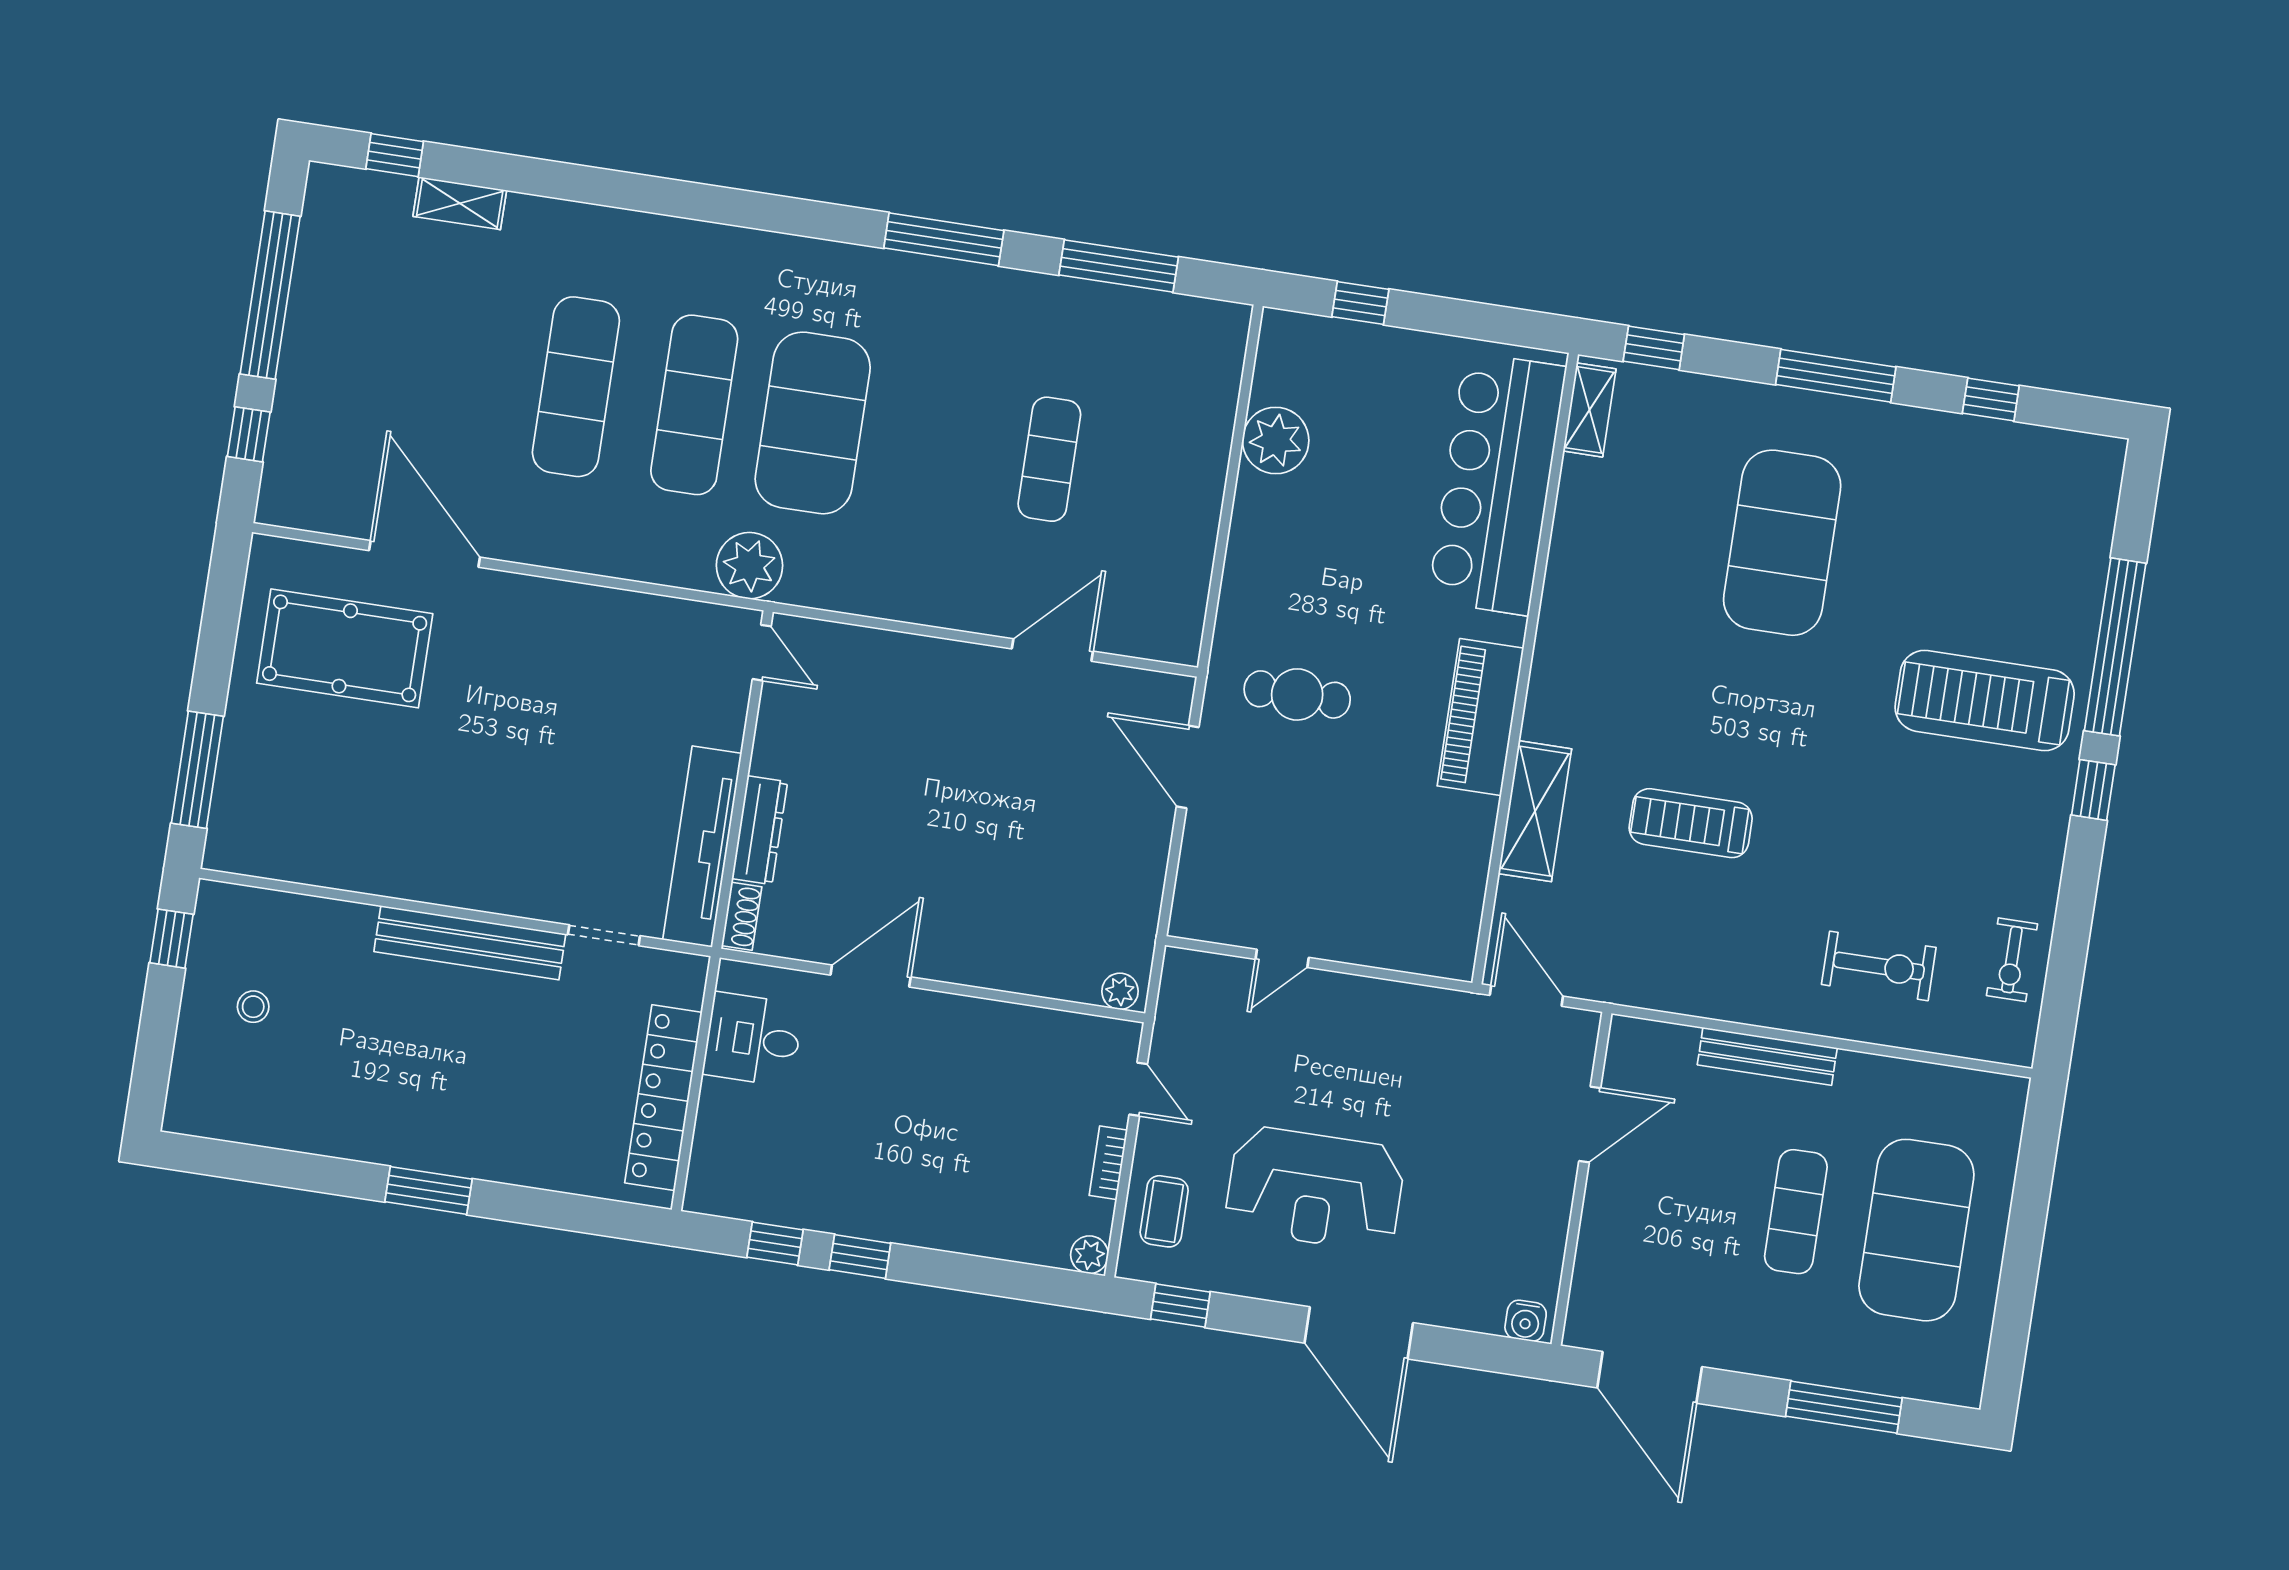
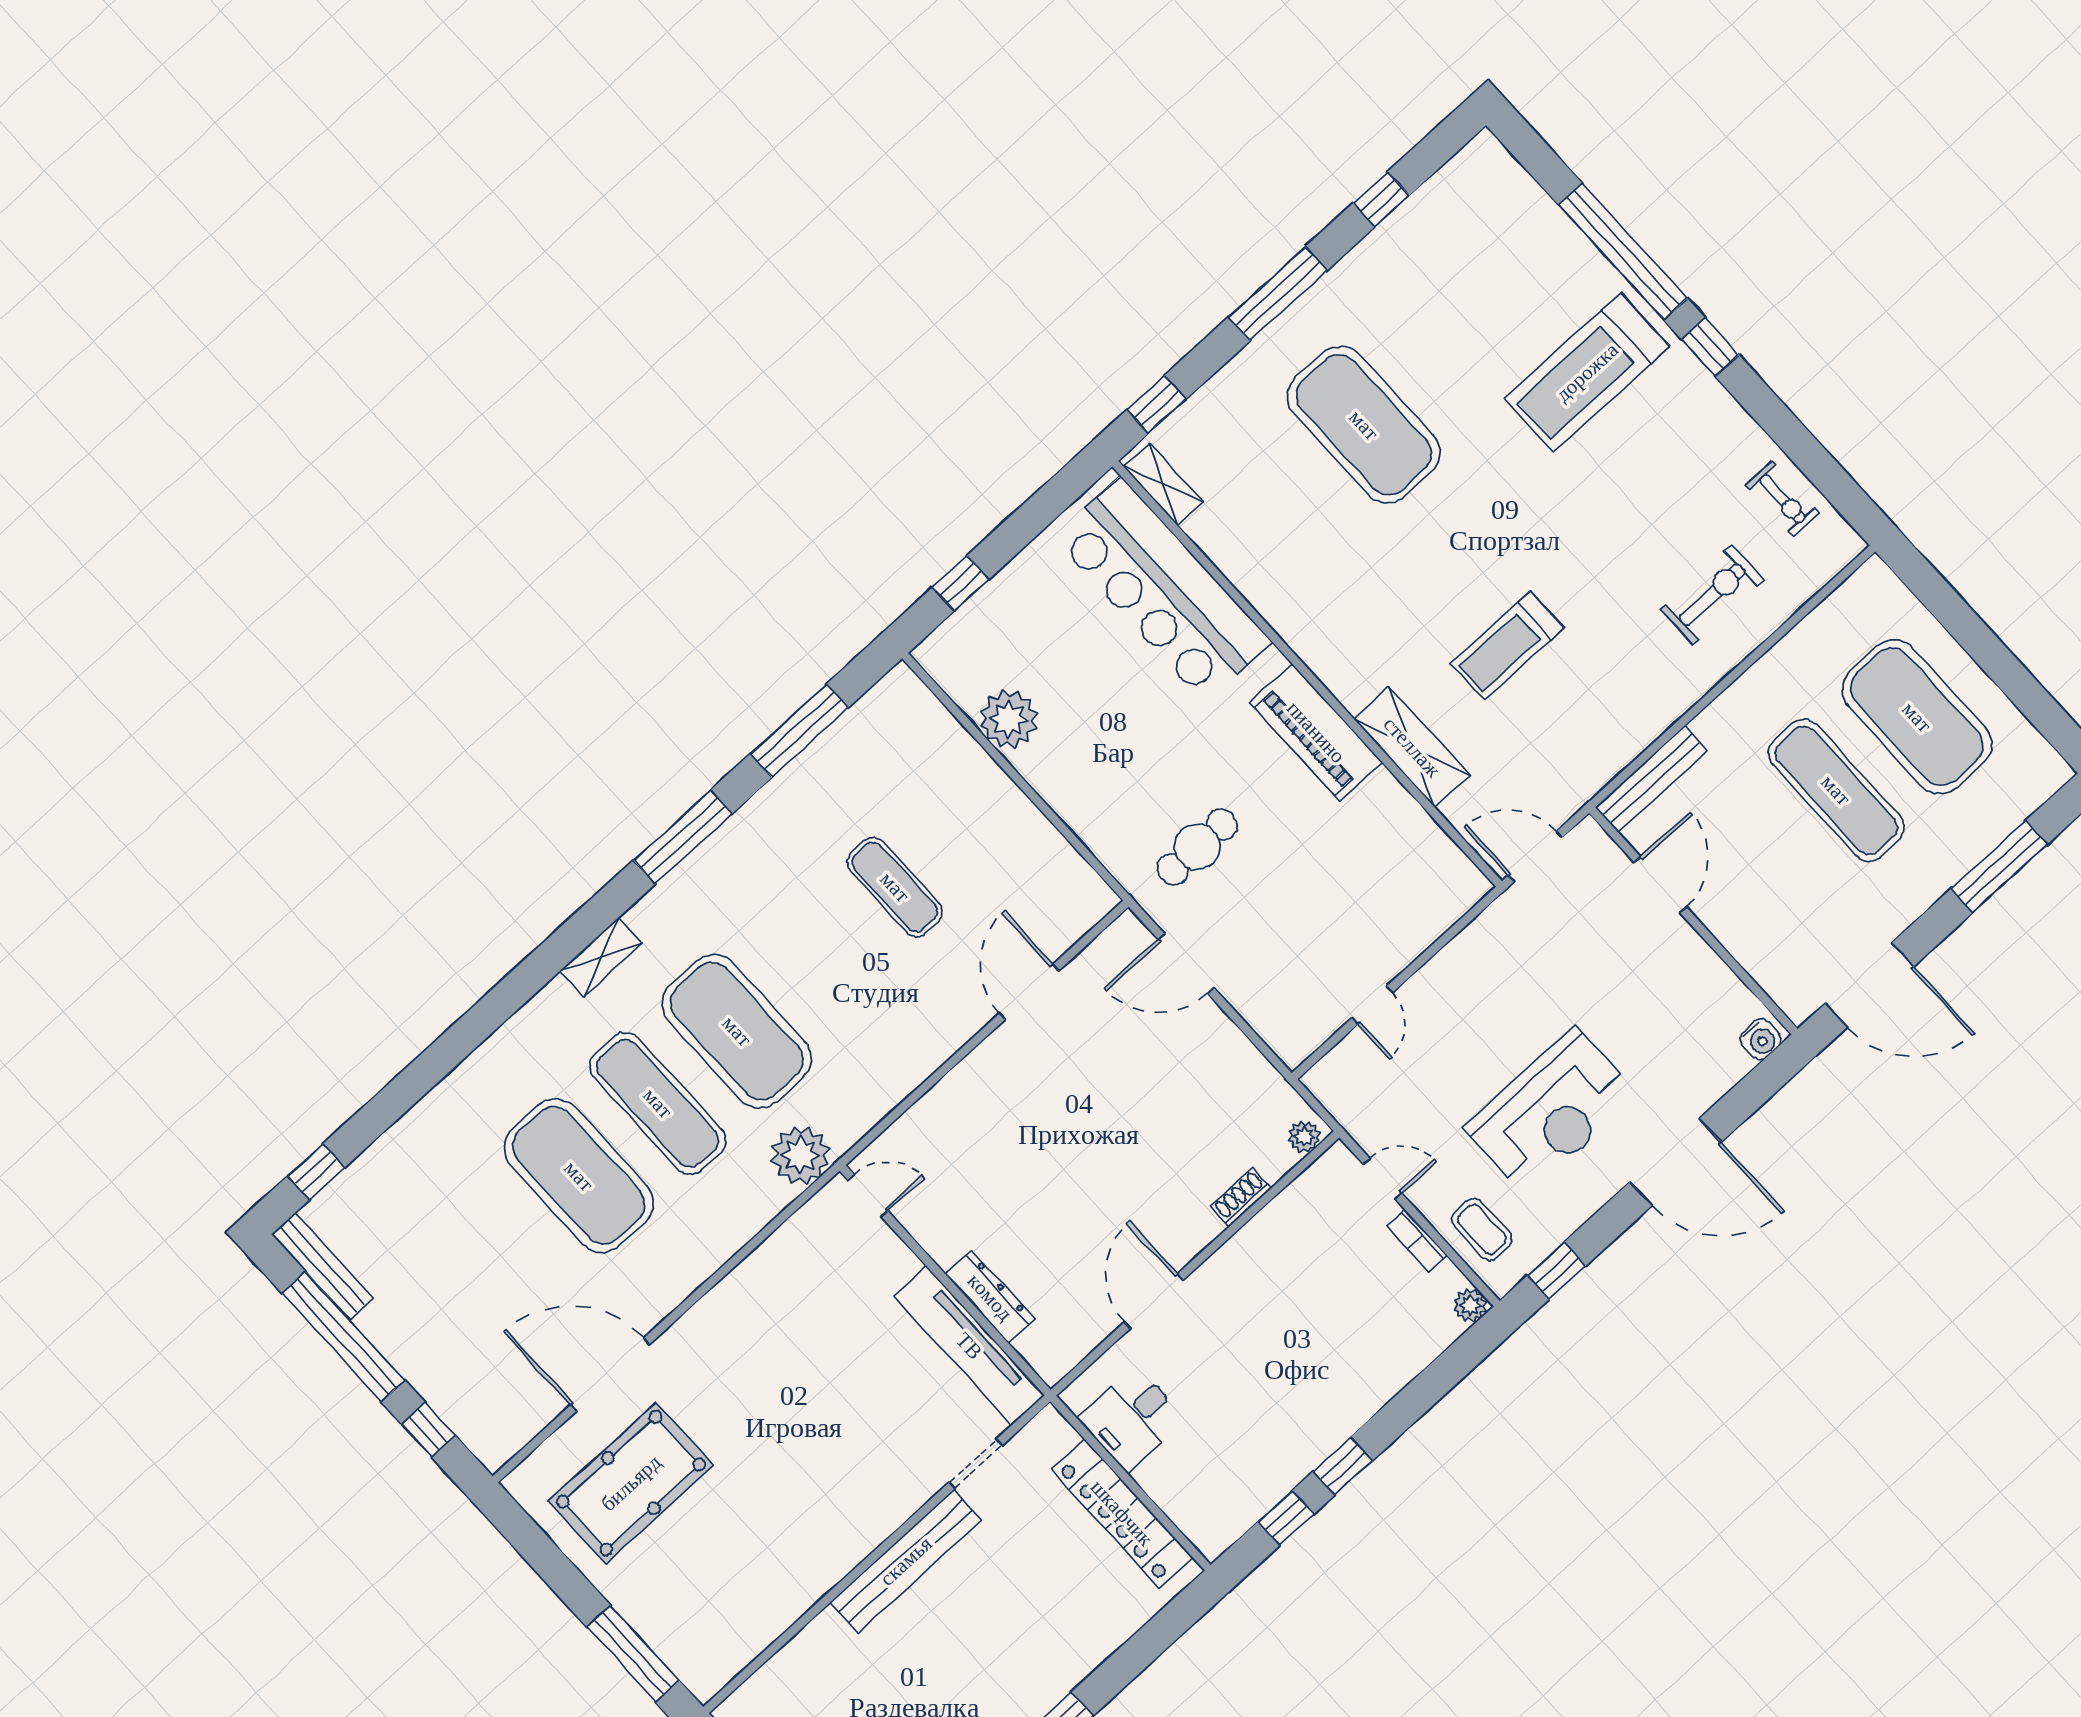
shelving: (460, 203) -> (601, 957), moved
bench: (317, 227) -> (322, 1266), added
exercise mat: (576, 387) -> (579, 1176), width x1.47
shoe rack: (742, 916) -> (1241, 1197), moved, turned -90
bench: (1767, 1056) -> (1651, 779), moved
exercise mat: (1796, 1212) -> (1836, 790), width x1.36, depth x1.45

